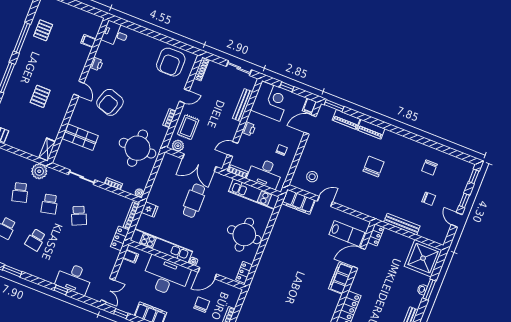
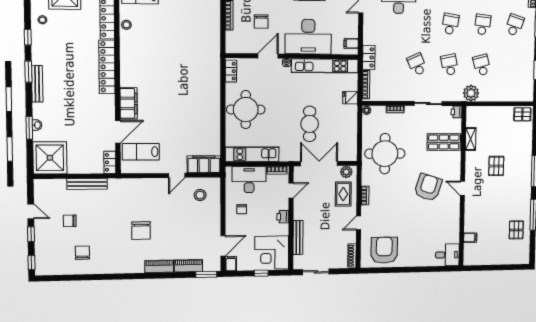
printer: (96, 64) -> (456, 112), moved
shelving: (47, 150) -> (471, 139), moved

